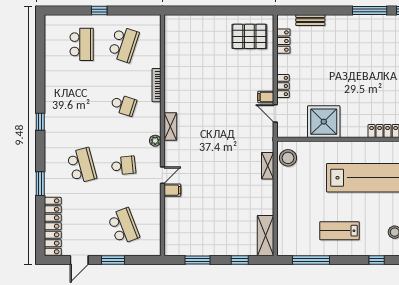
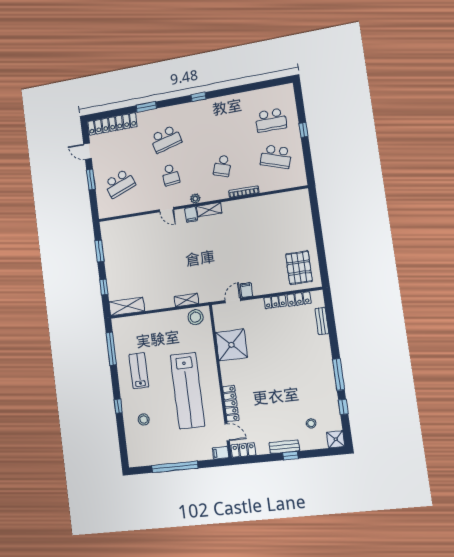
locker: (283, 86) -> (275, 302), moved
filing cabinet: (172, 190) -> (191, 214), moved

